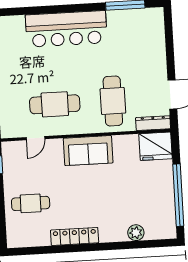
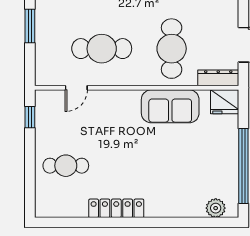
fridge: (156, 146) -> (225, 102), width x0.73, depth x0.75
sofa: (88, 151) -> (170, 106), moved
plant: (136, 233) -> (216, 208), moved

